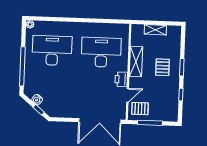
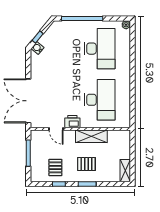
shelving: (155, 30) -> (125, 171), moved
water cooler: (37, 100) -> (37, 48), moved
pallet: (140, 109) -> (55, 167), moved

